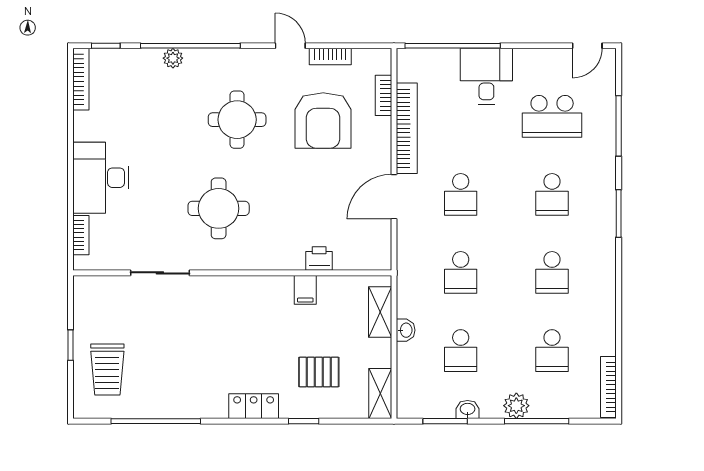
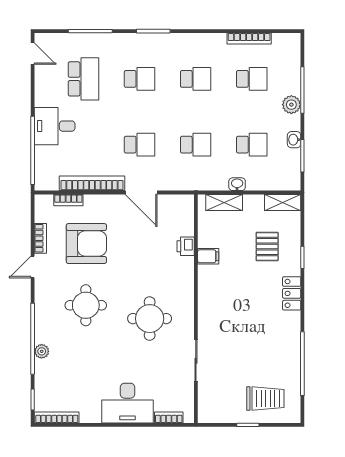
bookcase: (608, 387) -> (249, 38), moved

